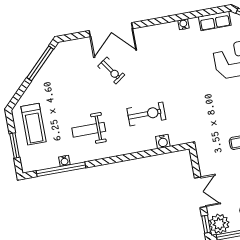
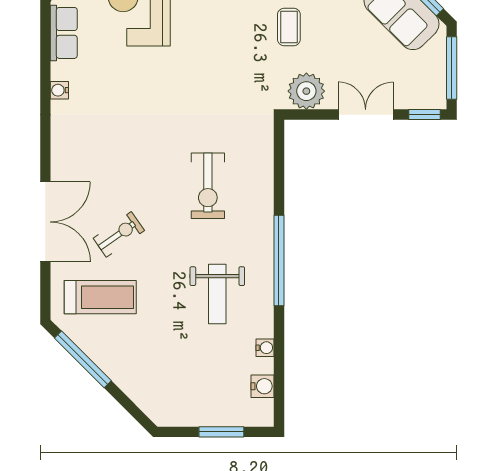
exercise bike: (146, 114) -> (208, 186), turned 180
treadmill: (33, 124) -> (100, 297), moved
water cooler: (163, 142) -> (263, 386), moved
window: (61, 169) -> (279, 260), moved
plant: (219, 224) -> (306, 91), moved

